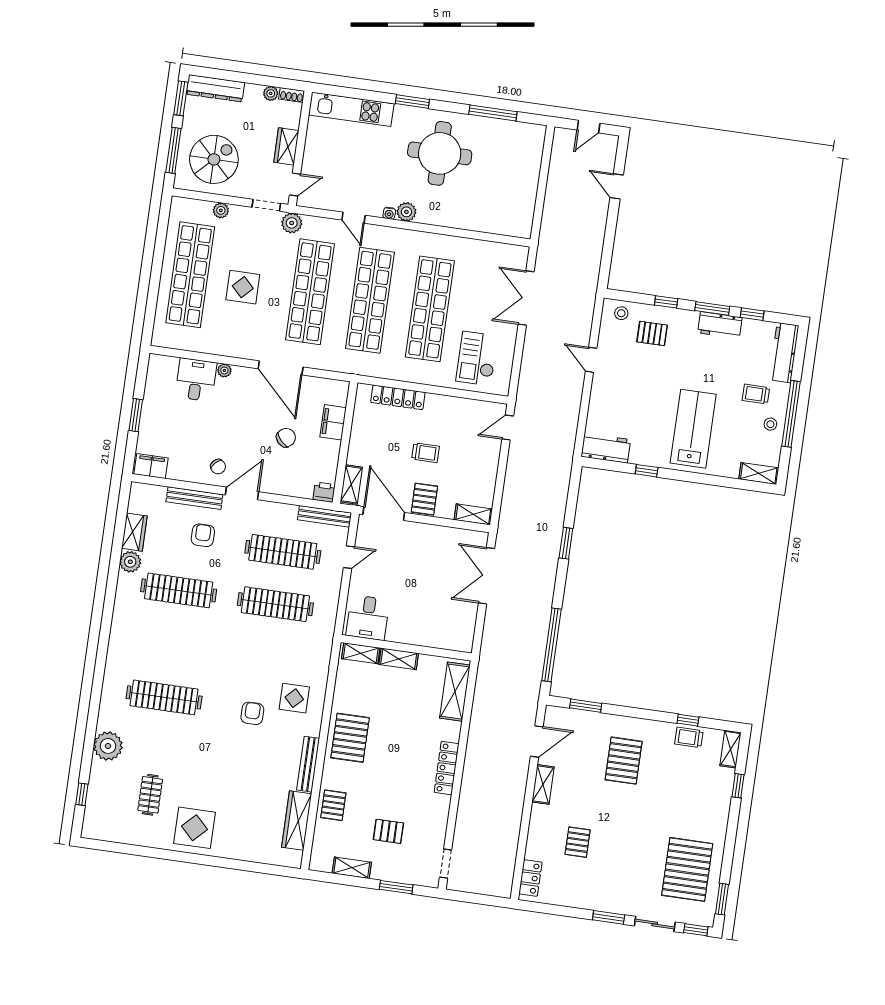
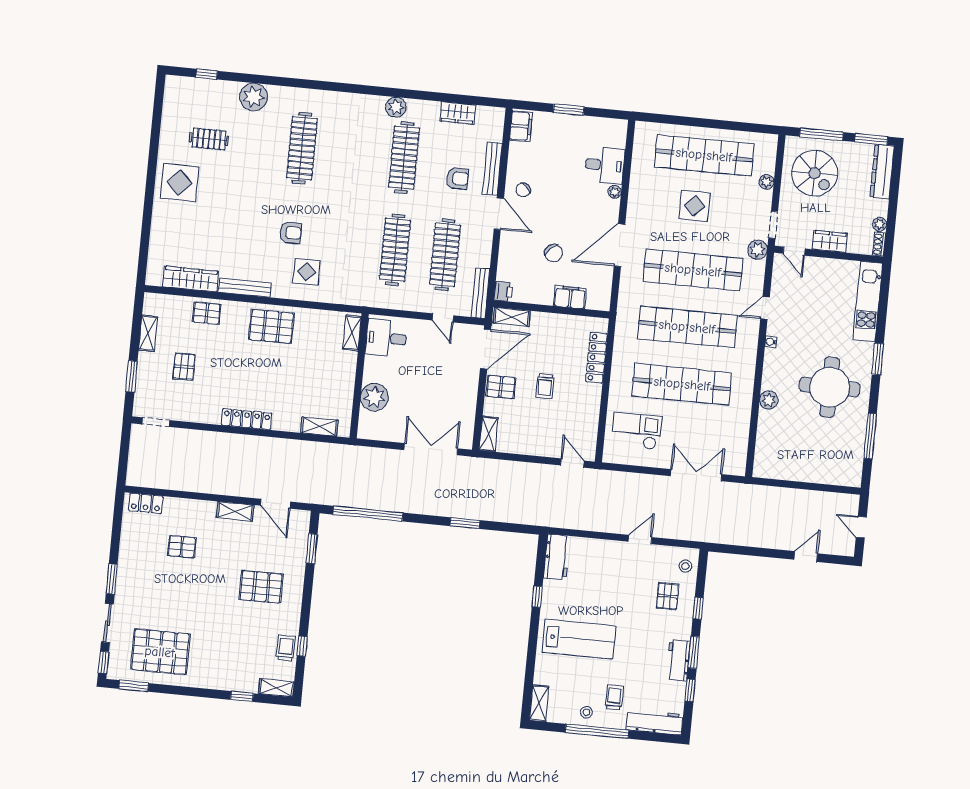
plant: (406, 212) -> (769, 400), moved
plant: (130, 562) -> (396, 107), moved
plant: (429, 633) -> (374, 397), added
shelving: (399, 659) -> (348, 369), removed
shelving: (455, 692) -> (319, 427), width x0.67, depth x0.75

